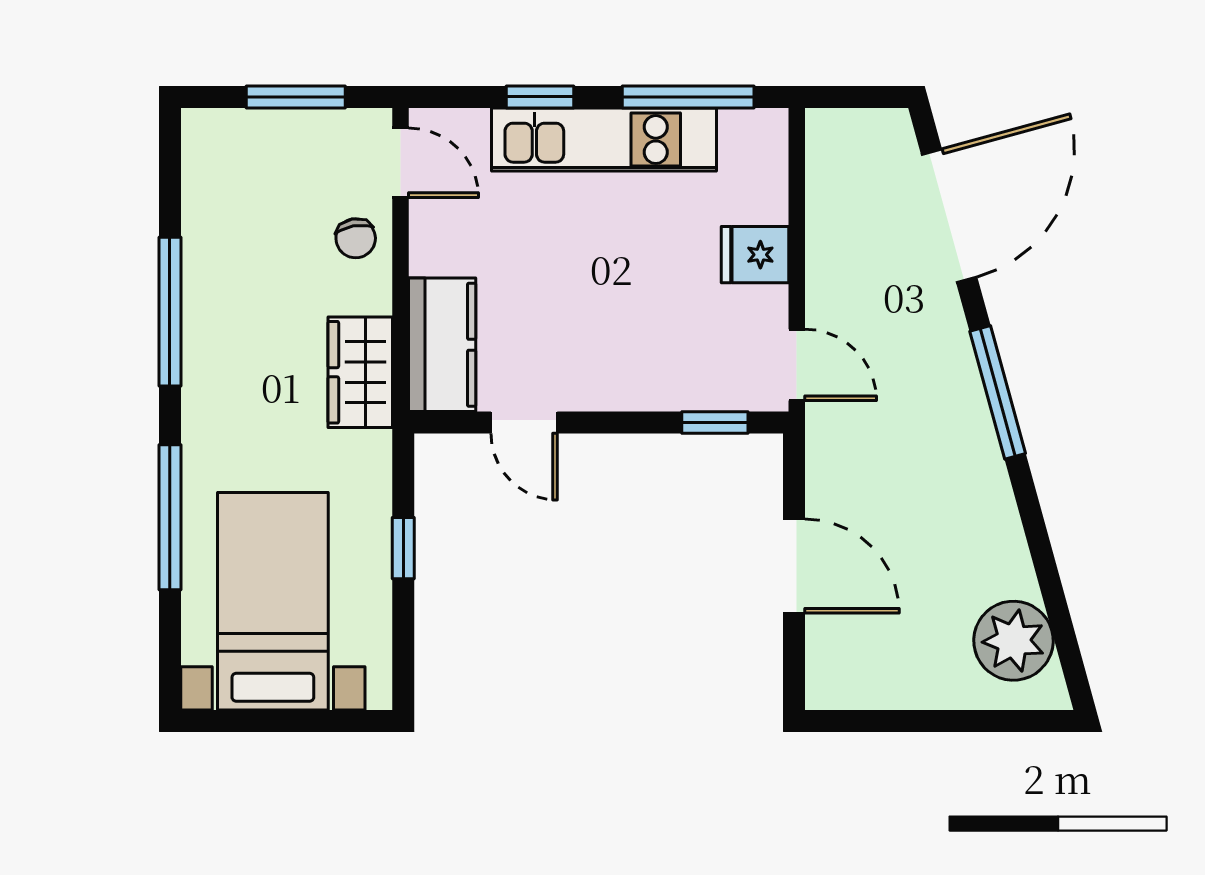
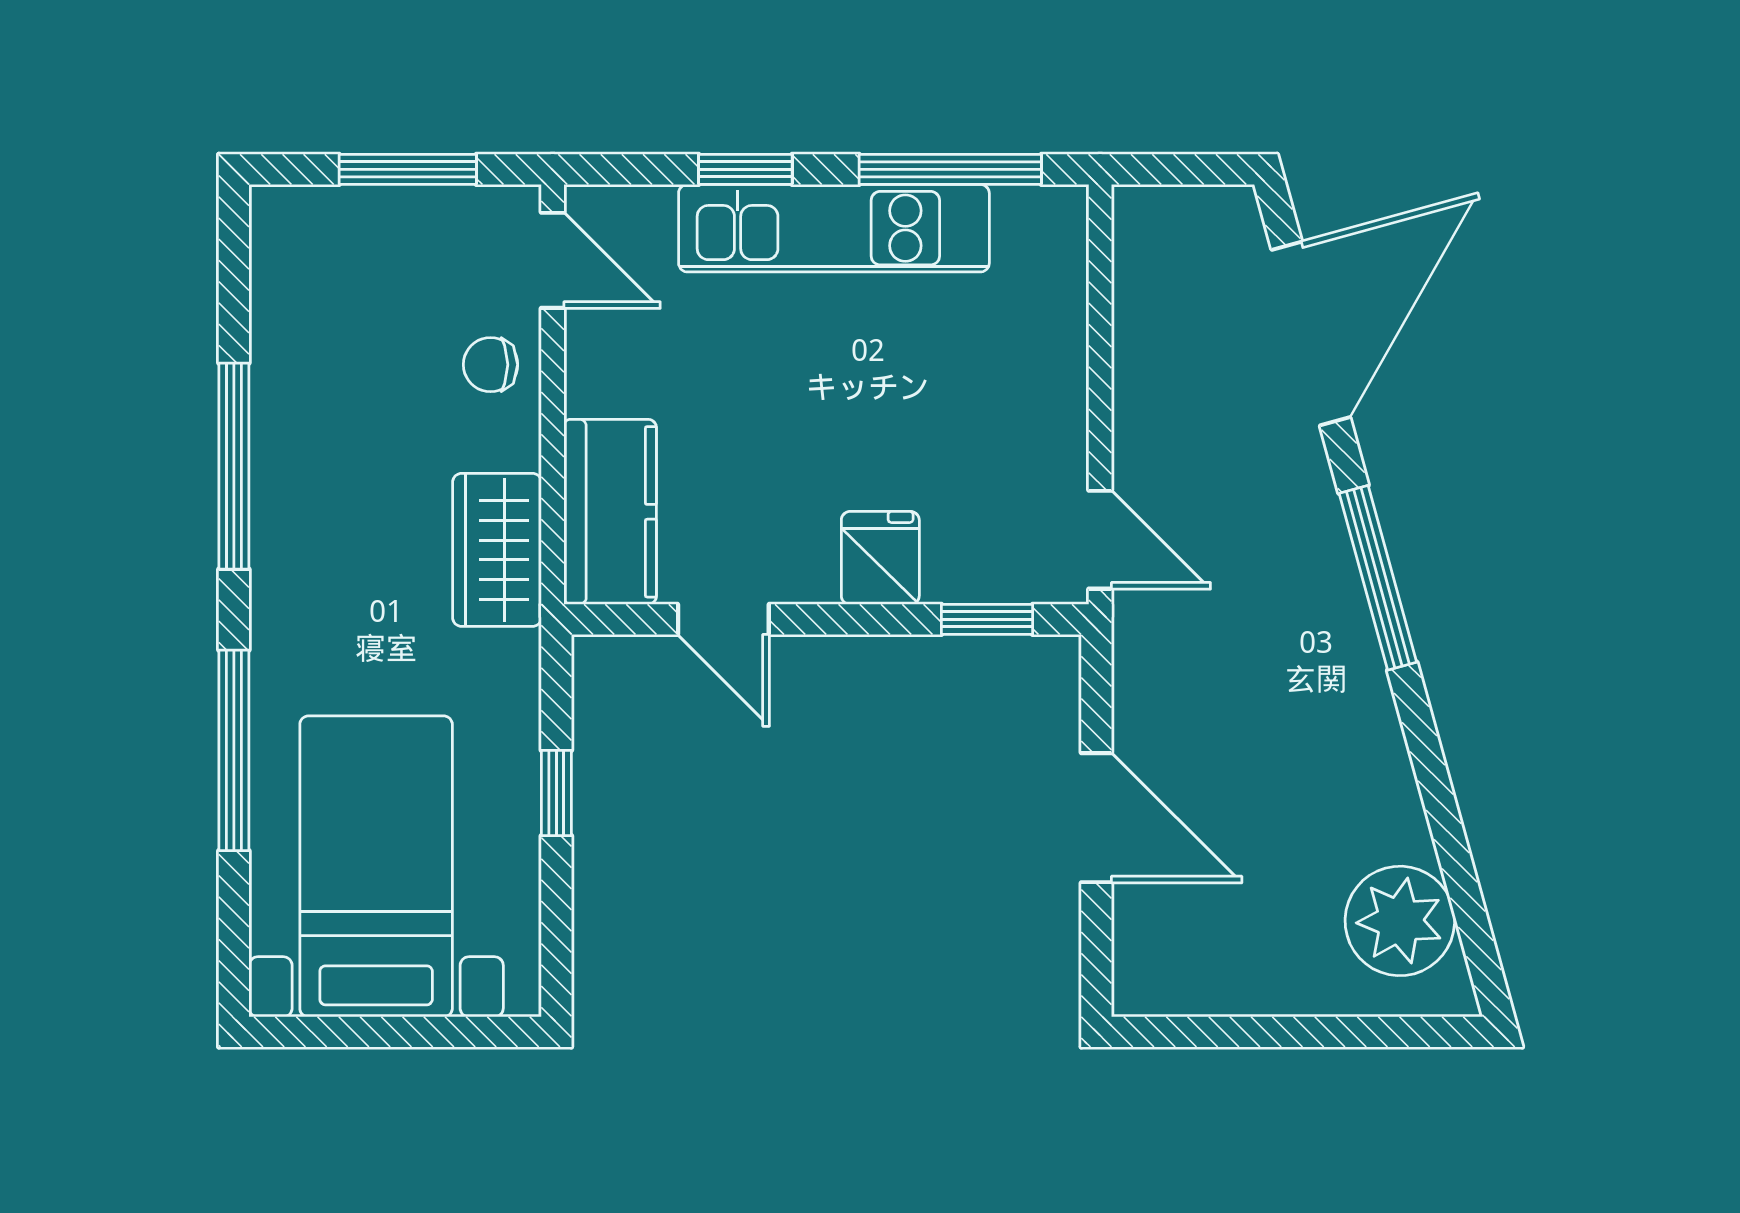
chair: (356, 238) -> (491, 365), turned 100
fridge: (755, 255) -> (880, 558), moved, turned 90

